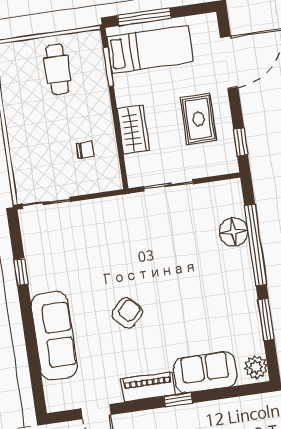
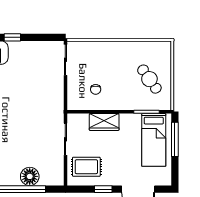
cafe table: (57, 69) -> (149, 79), turned 55
rug: (198, 119) -> (86, 167), moved
window: (241, 142) -> (103, 189), moved
window: (21, 272) -> (12, 37), moved

